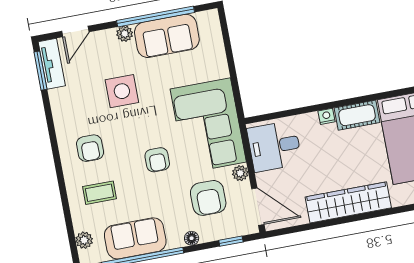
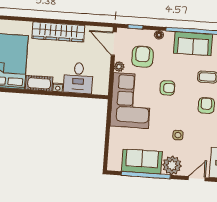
plant: (125, 34) -> (172, 165), width x1.88, depth x1.88
side table: (122, 91) -> (178, 135), width x0.54, depth x0.54
desk: (274, 146) -> (78, 78), moved, turned 90
armchair: (157, 160) -> (167, 88), turned 90

